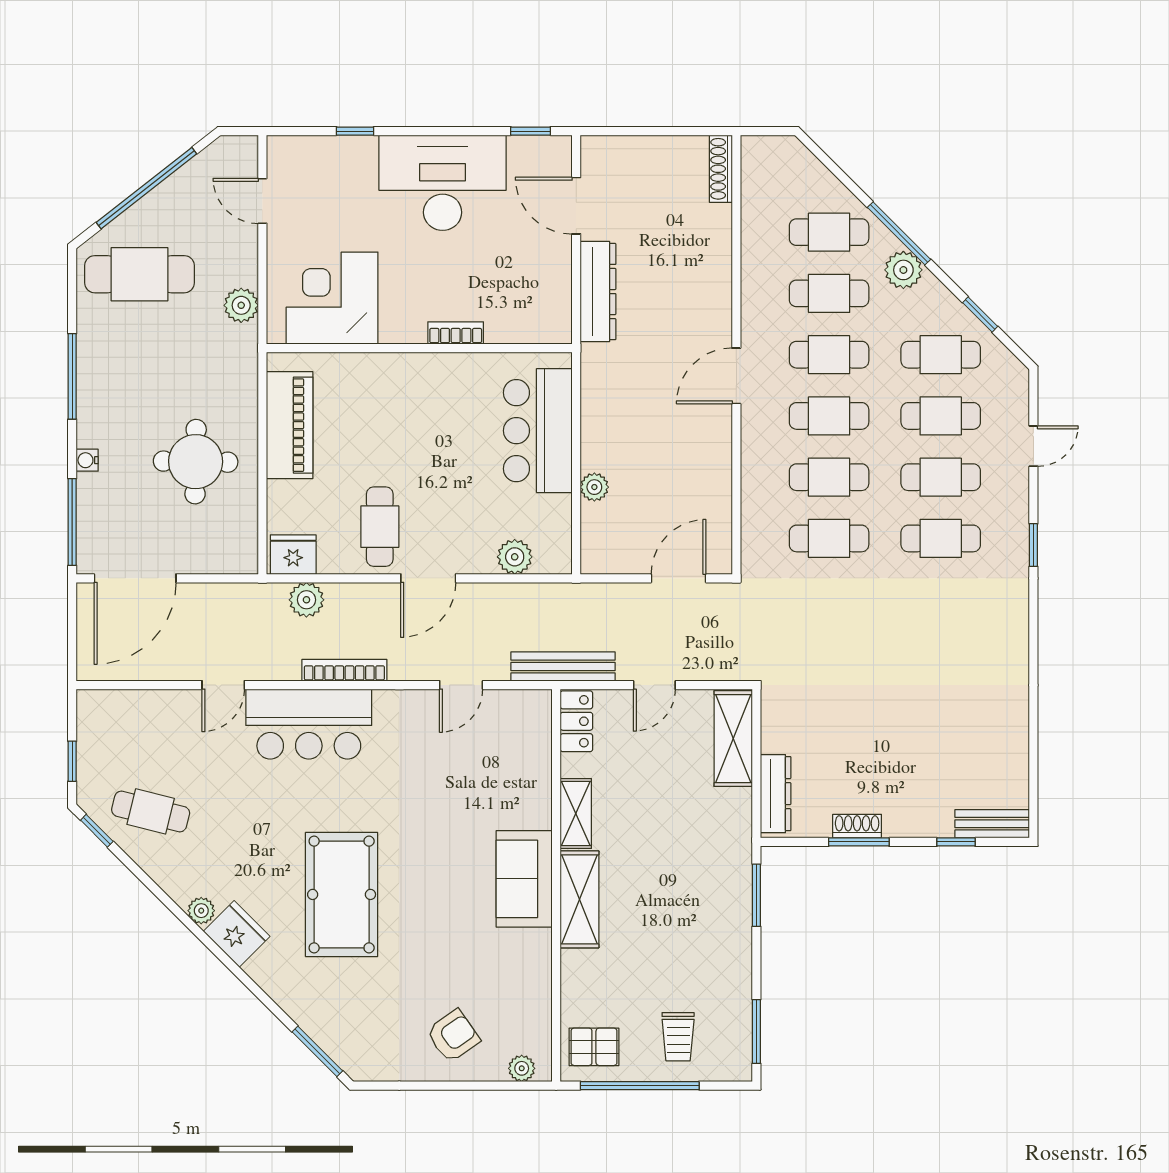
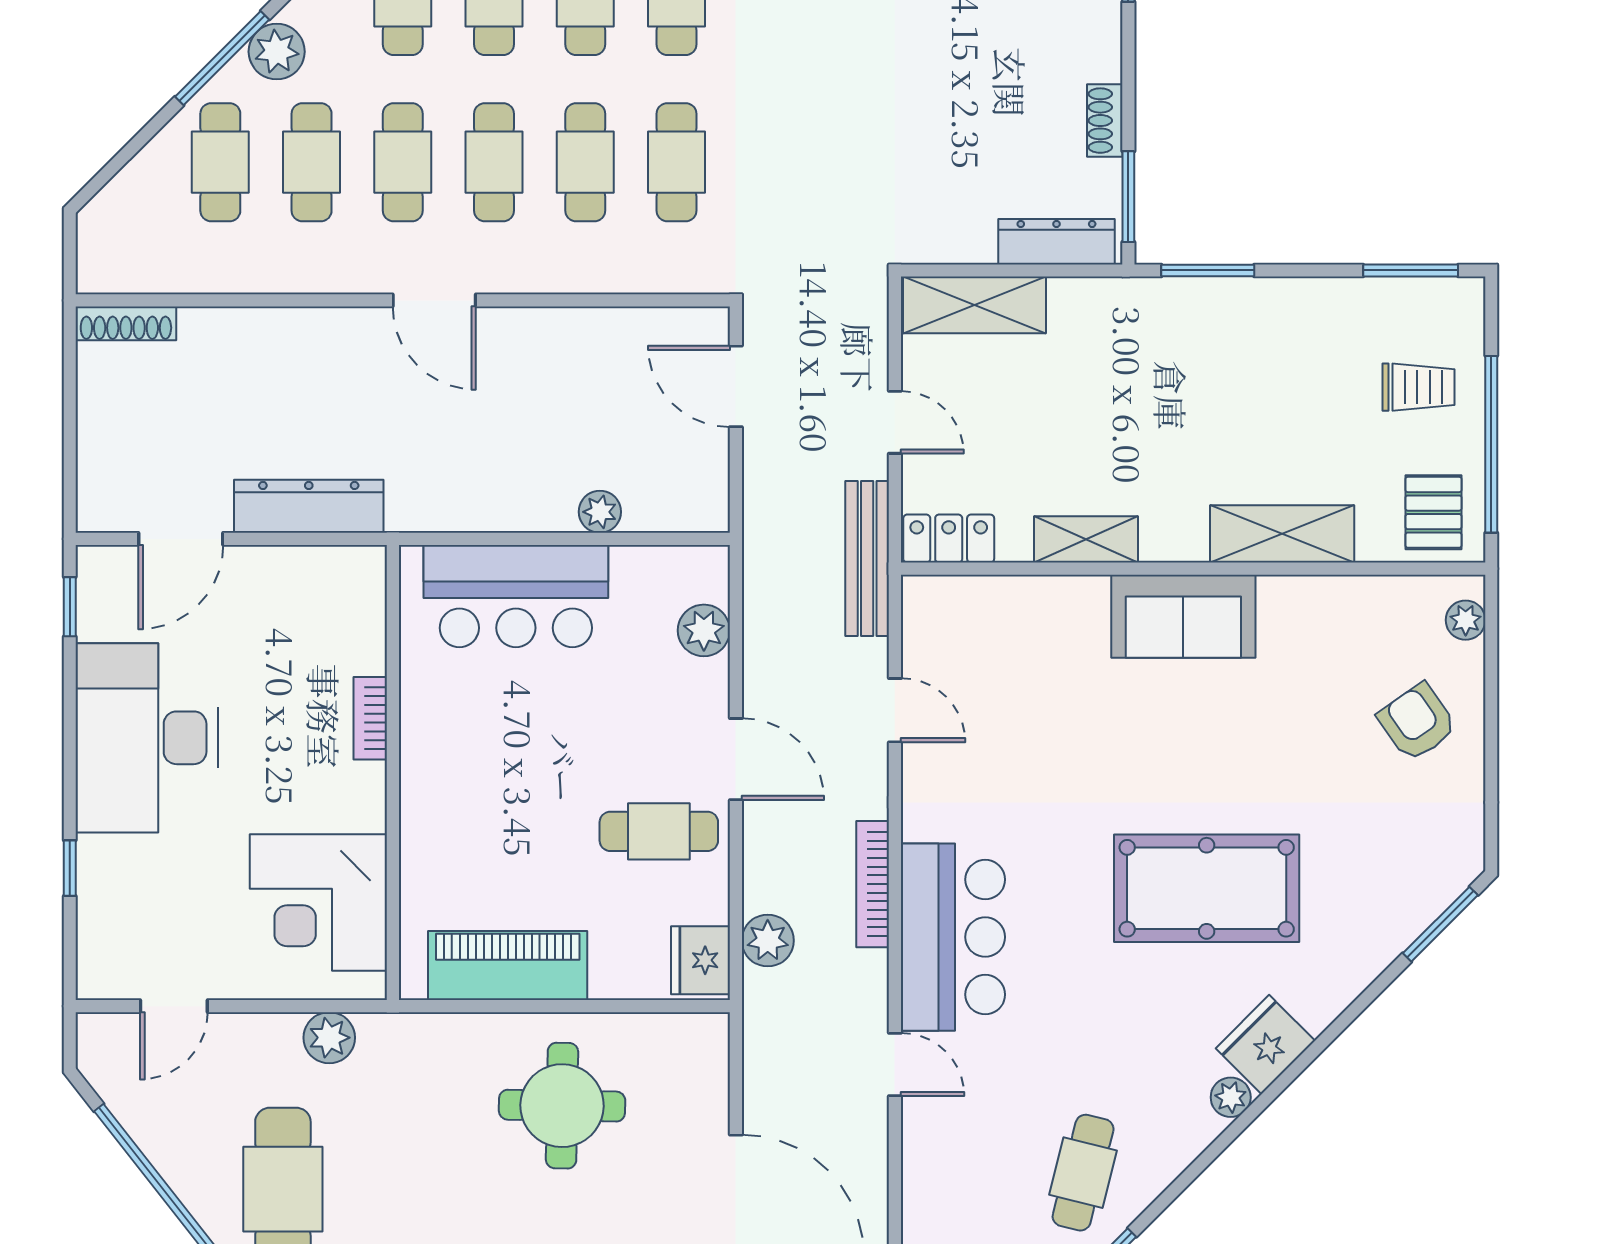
window: (859, 842) -> (1128, 197), moved
shelving: (580, 899) -> (1282, 534), moved

